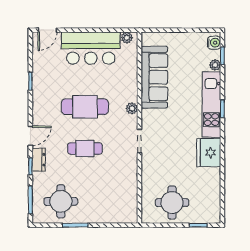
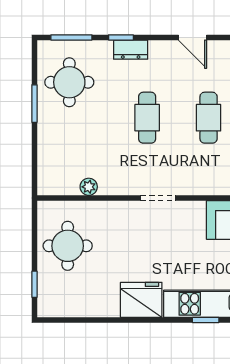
cafe table: (85, 107) -> (209, 118), width x0.73, depth x0.74
plant: (132, 108) -> (89, 187), moved
door: (30, 136) -> (192, 37), moved

